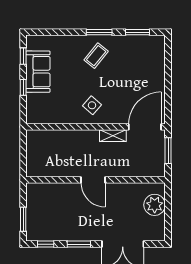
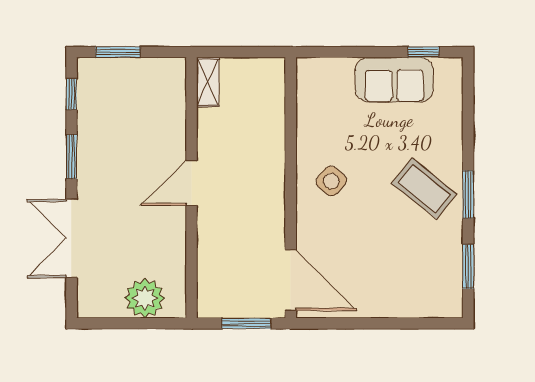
coffee table: (96, 56) -> (424, 189), width x1.36, depth x1.30
window: (23, 87) -> (365, 52), removed
shelving: (113, 136) -> (208, 82), moved

